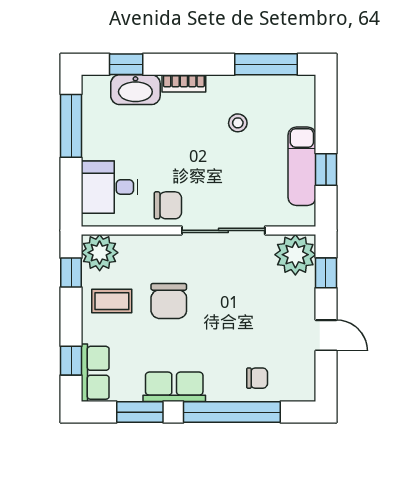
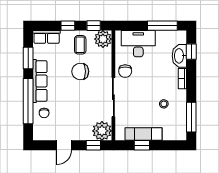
desk: (110, 187) -> (138, 44), width x1.37
window: (71, 361) -> (68, 26), moved
row of seats: (174, 387) -> (40, 81), width x1.48

